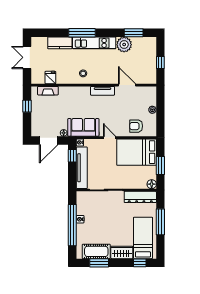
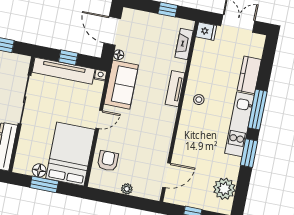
window: (134, 33) -> (249, 153), moved
plant: (124, 45) -> (224, 189), moved
fridge: (50, 78) -> (206, 31), moved
door: (127, 85) -> (166, 175), moved
tv unit: (103, 91) -> (175, 89), moved
window: (72, 156) -> (68, 58), moved
floor lamp: (152, 184) -> (39, 170), moved

